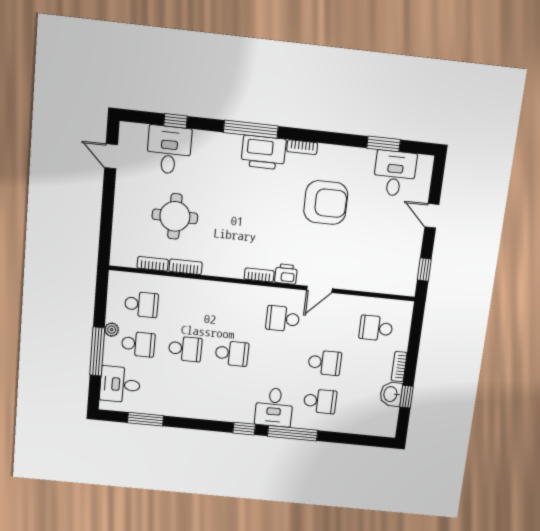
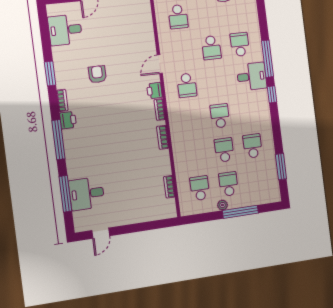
window: (175, 121) -> (65, 194), width x2.17
window: (384, 144) -> (50, 74), moved
printer: (264, 152) -> (68, 120), width x0.53, depth x0.68
armchair: (326, 203) -> (97, 74), width x0.53, depth x0.53
round table: (175, 216) -> (132, 179), removed
bookcase: (186, 267) -> (163, 137), moved
door: (319, 289) -> (160, 64), swing flipped
school desk: (325, 363) -> (211, 48), turned 180
desk: (120, 385) -> (260, 190), removed
school desk: (182, 388) -> (253, 146), added

